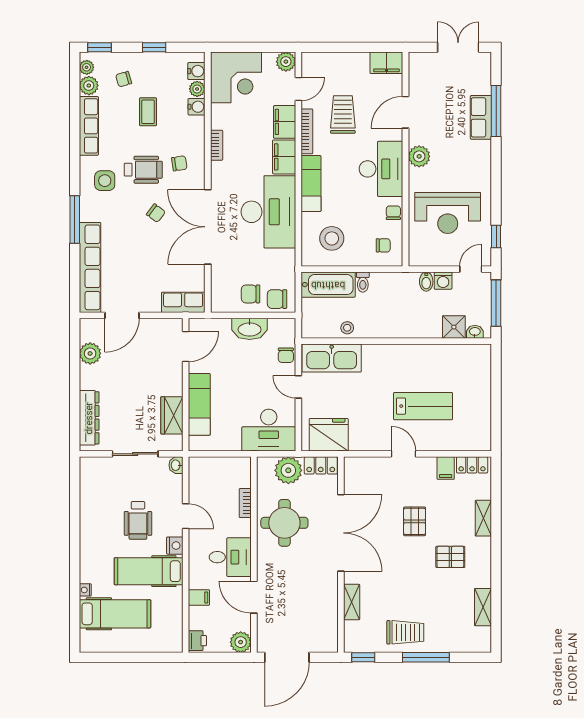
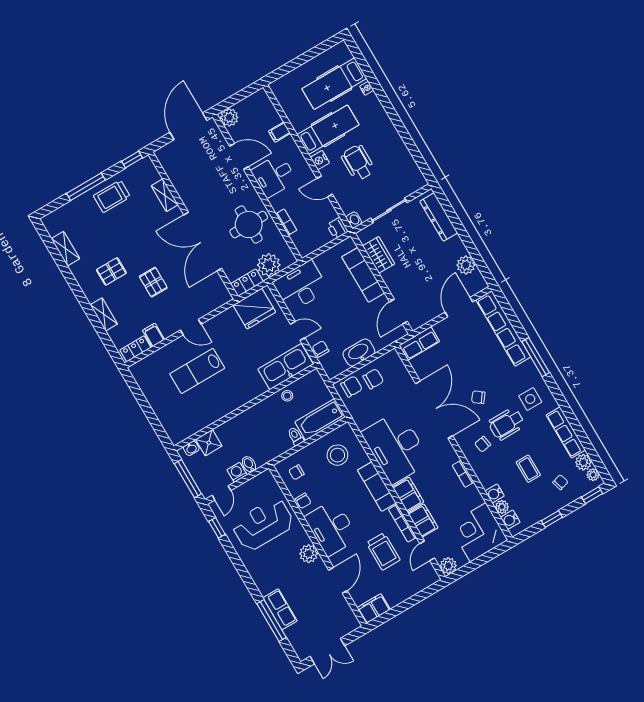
printer: (197, 641) -> (337, 228), moved

